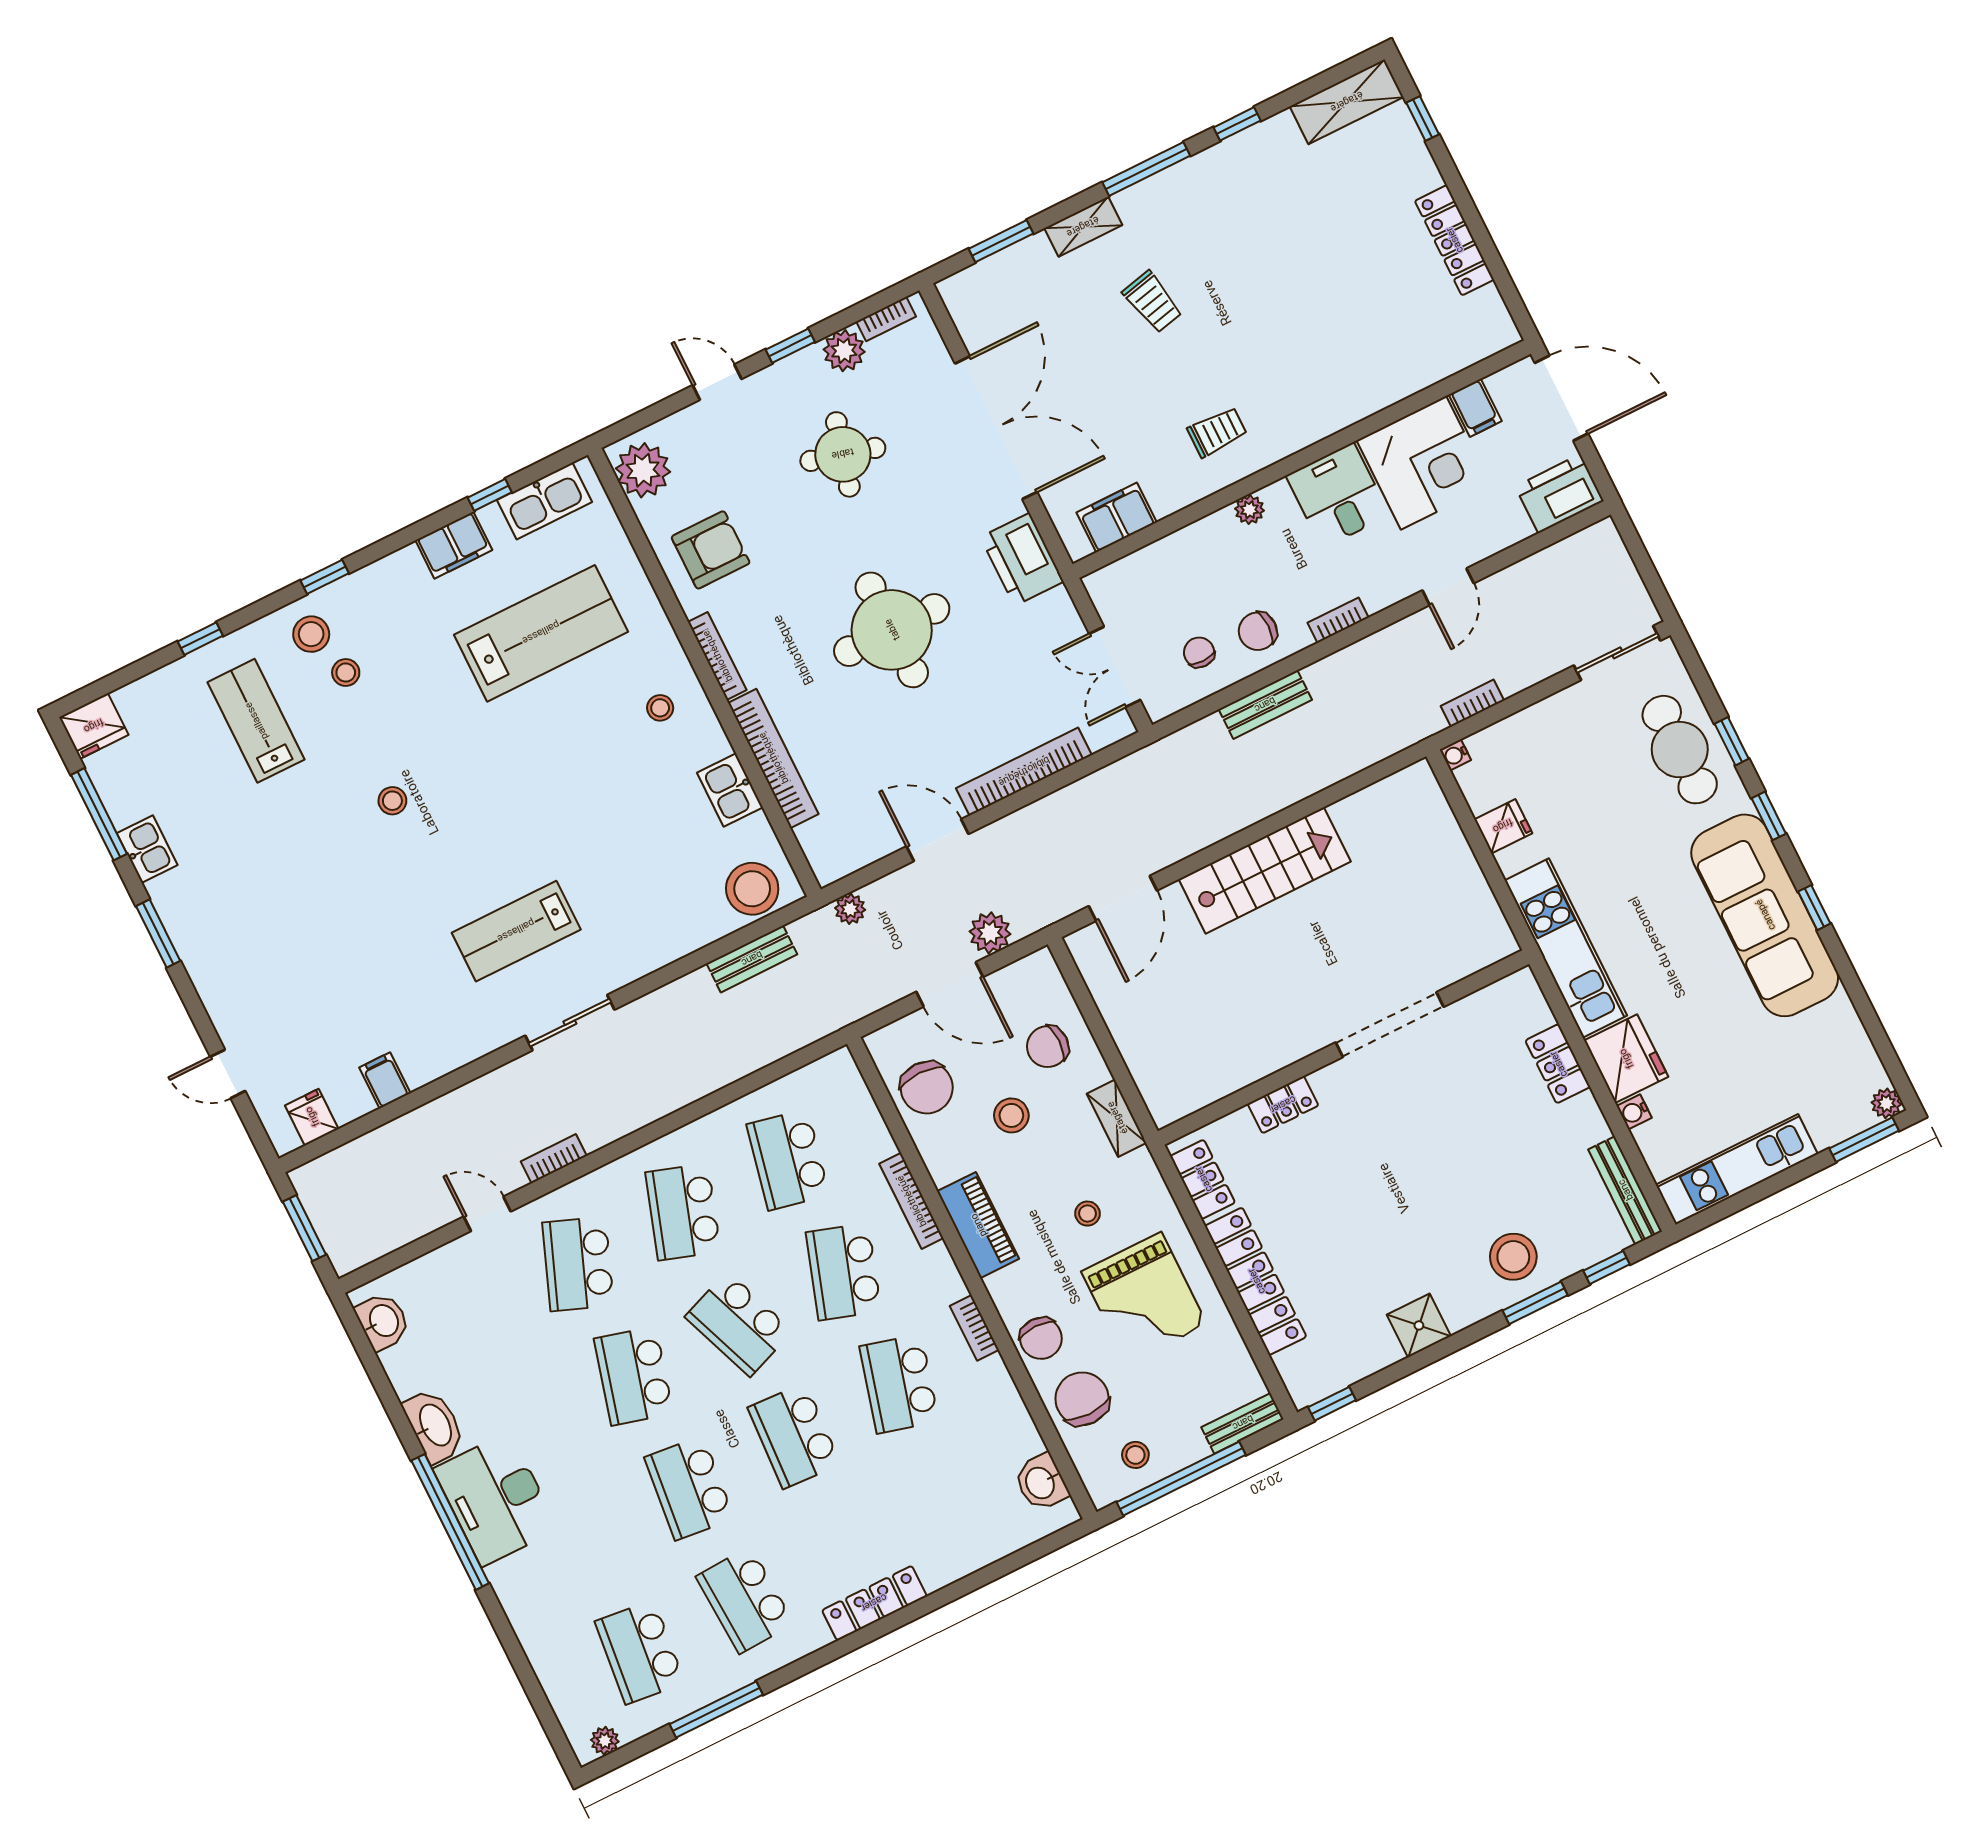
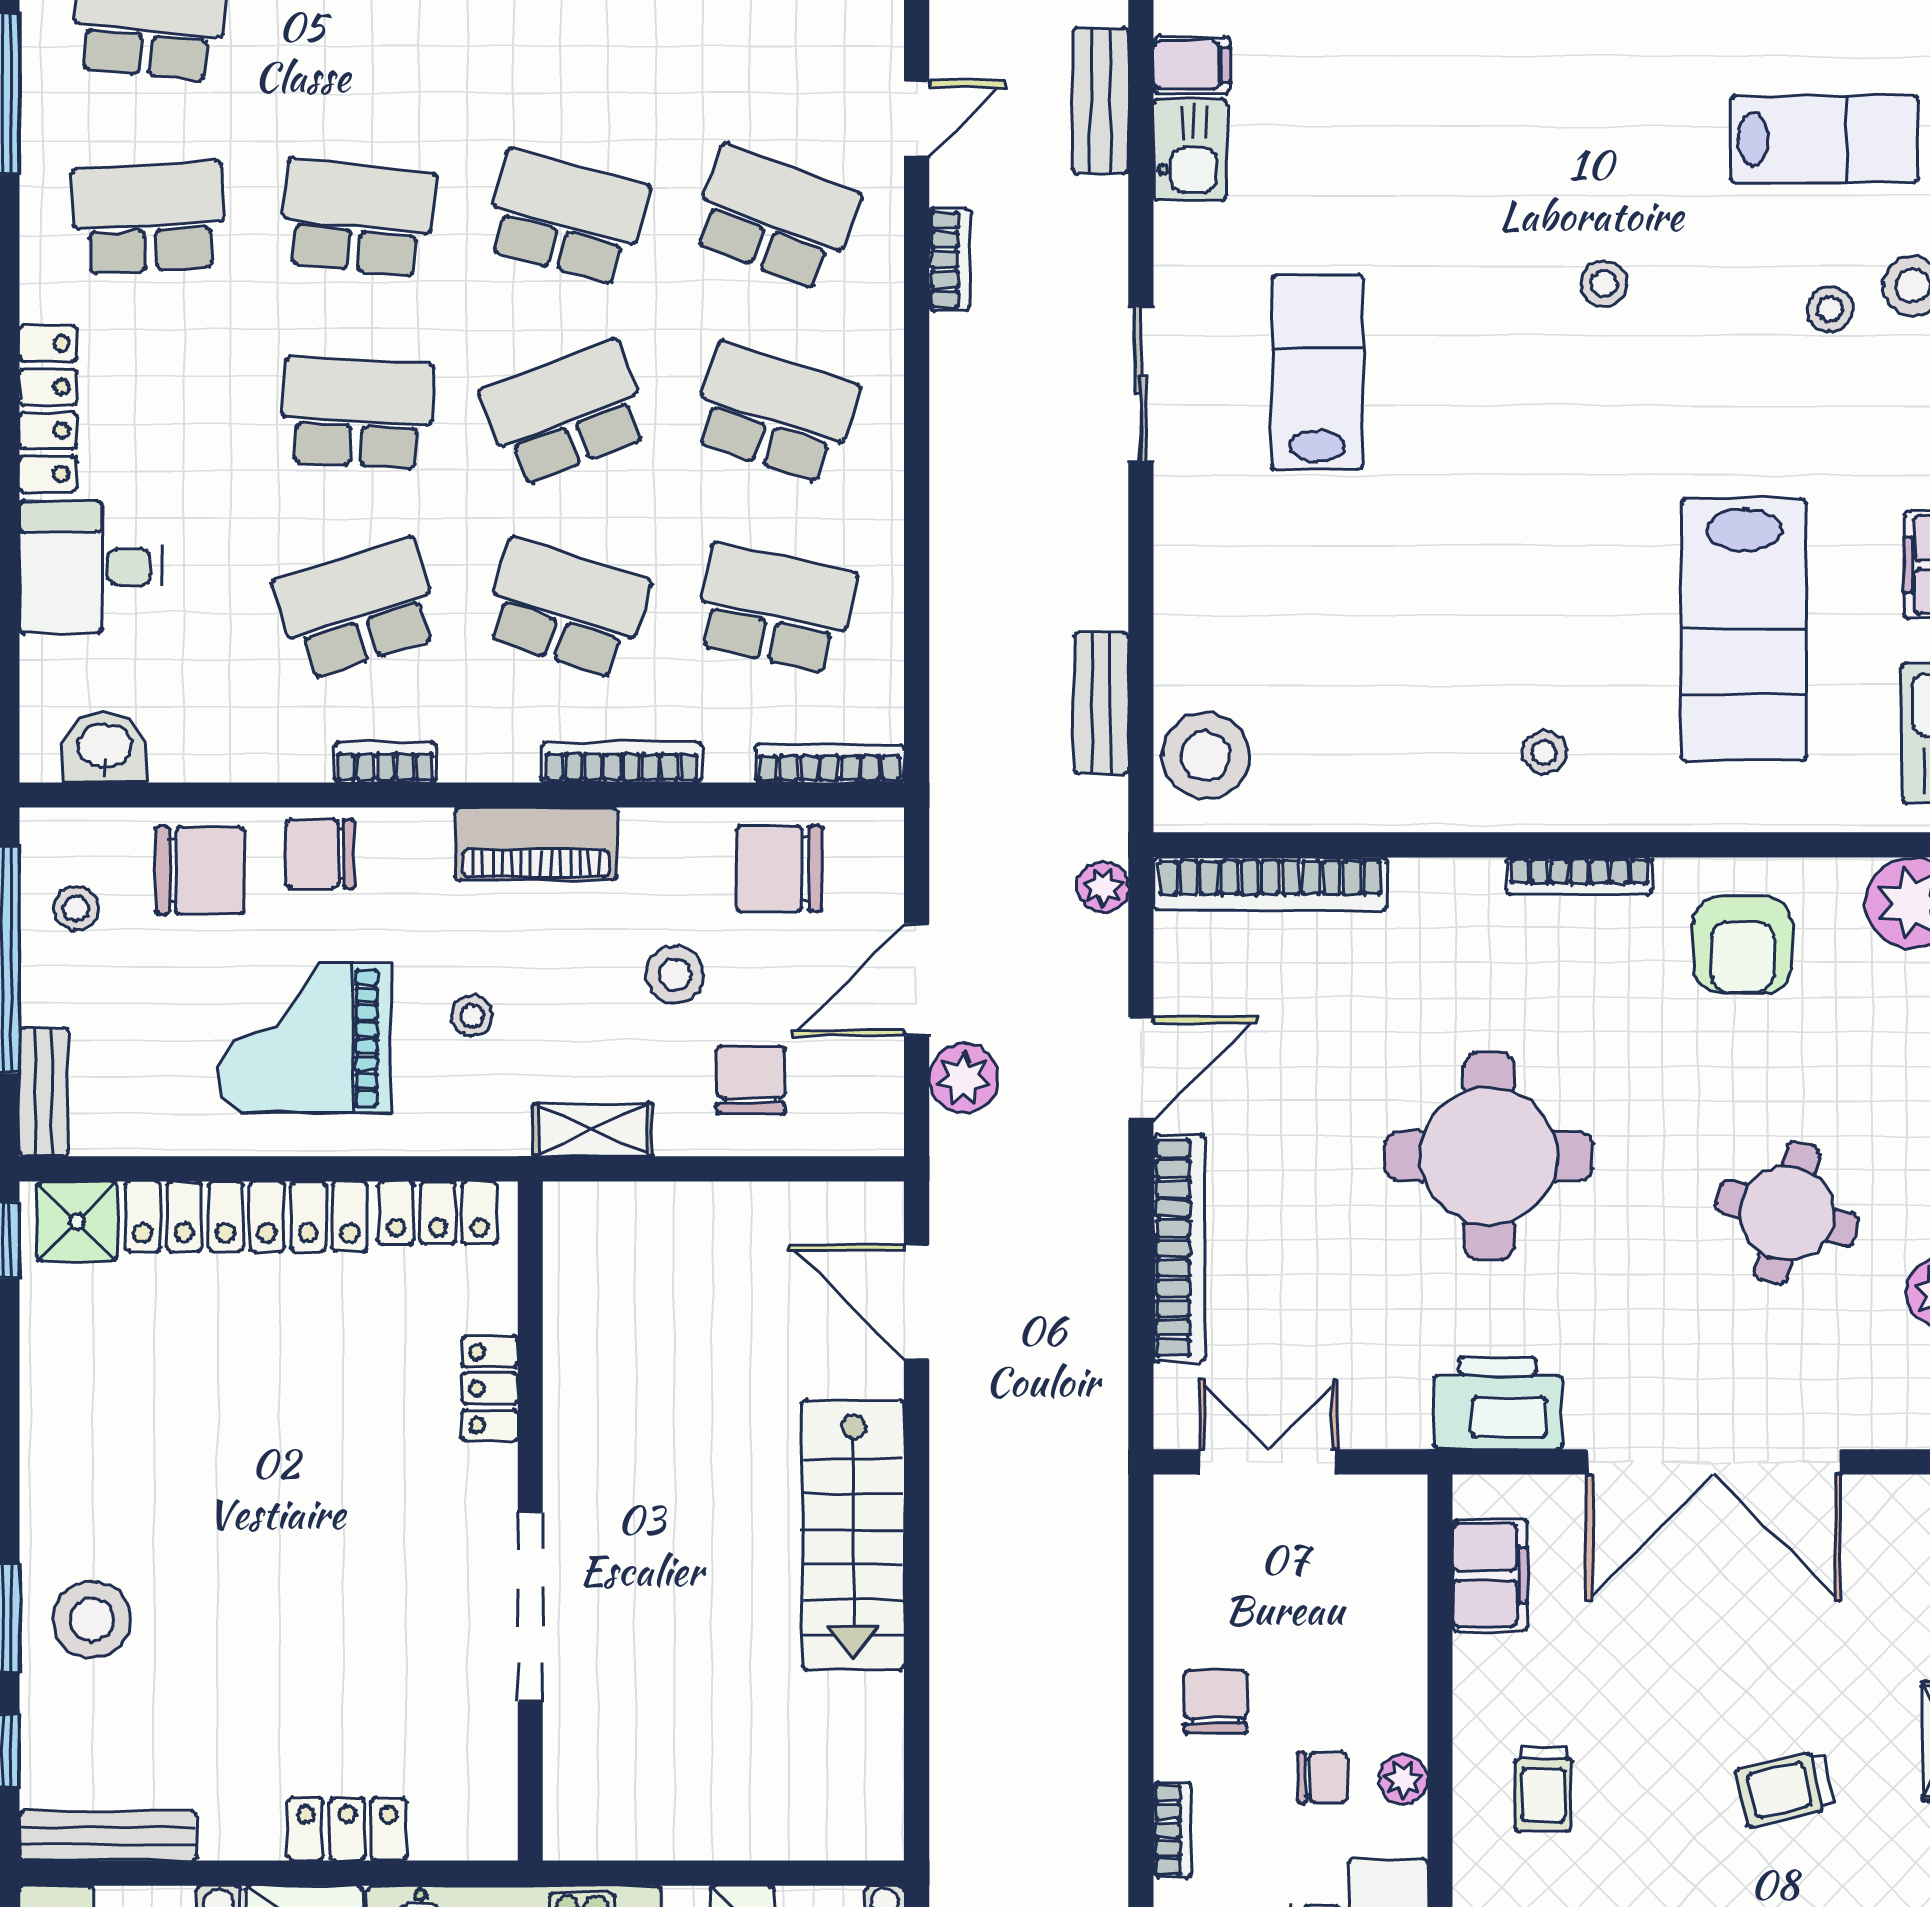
chair: (1199, 652) -> (1322, 1778), moved
bench: (1265, 705) -> (1100, 101), moved
bookcase: (773, 758) -> (1270, 884), moved
kitchen sink: (730, 790) -> (1190, 149), moved, turned 90
bookcase: (857, 1089) -> (830, 763), added
shower: (1419, 1325) -> (77, 1221), moved
school desk: (899, 1384) -> (357, 608), turned -33
desk: (948, 1538) -> (91, 567), added

